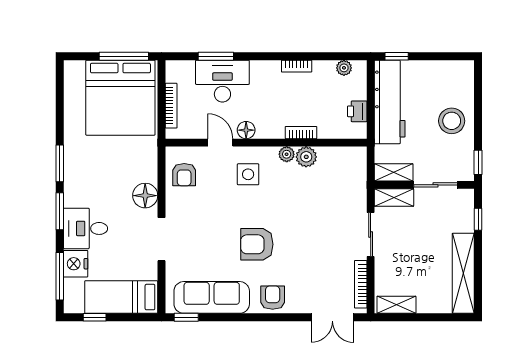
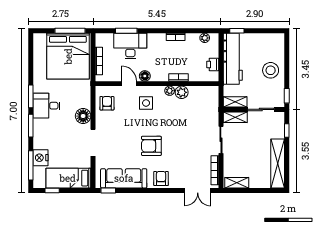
armchair: (184, 175) -> (107, 103), turned 180
desk: (86, 228) -> (47, 106), moved

